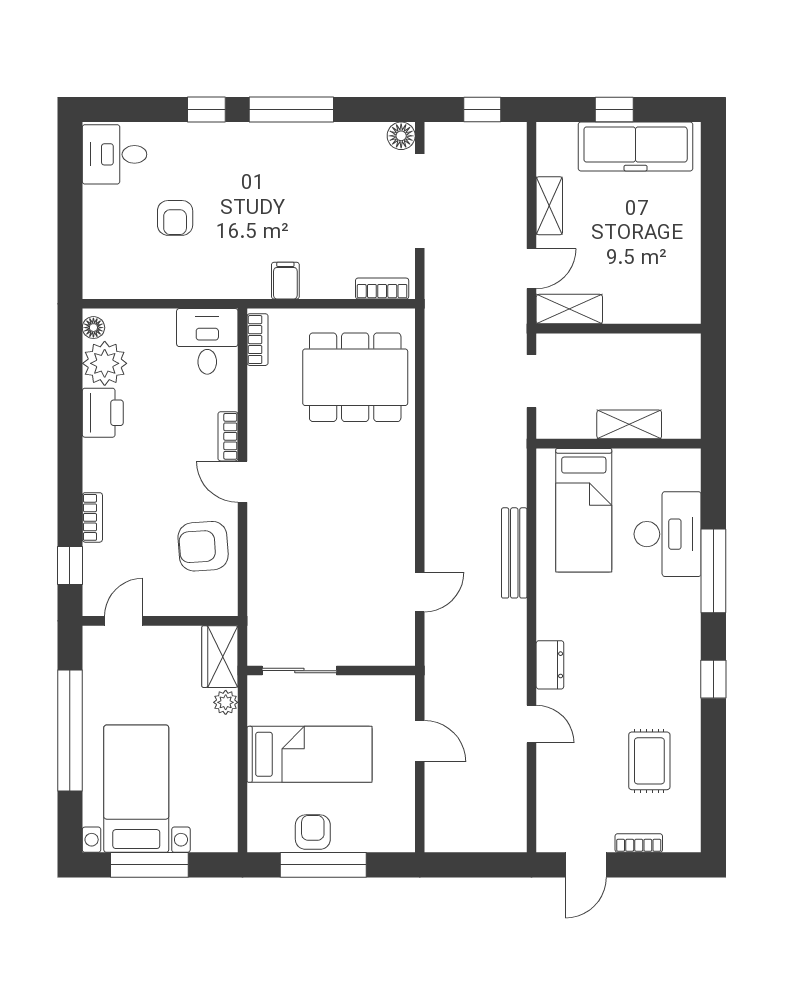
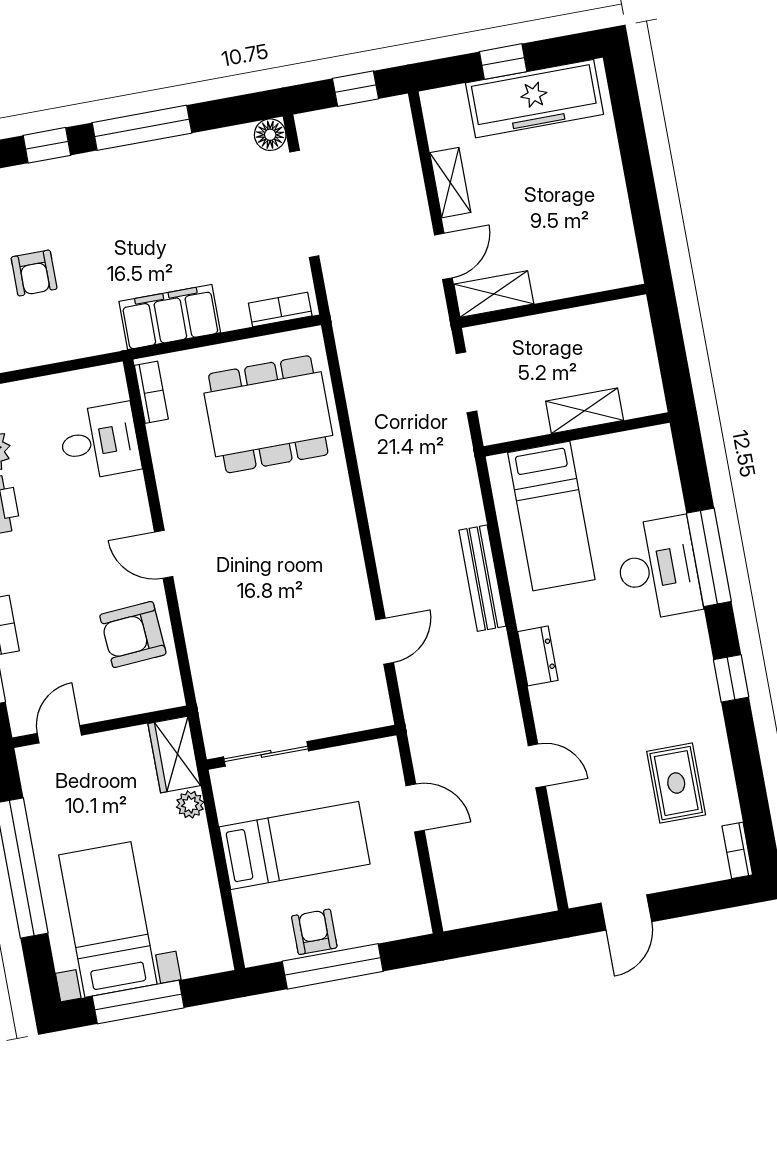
filing cabinet: (285, 281) -> (170, 317), width x3.00, depth x1.17
desk: (207, 341) -> (100, 442), moved, turned 90
bookcase: (228, 436) -> (138, 506), removed
desk: (668, 534) -> (658, 568), moved
dresser: (550, 665) -> (538, 656), moved
bookcase: (639, 843) -> (737, 850), moved, turned -90

